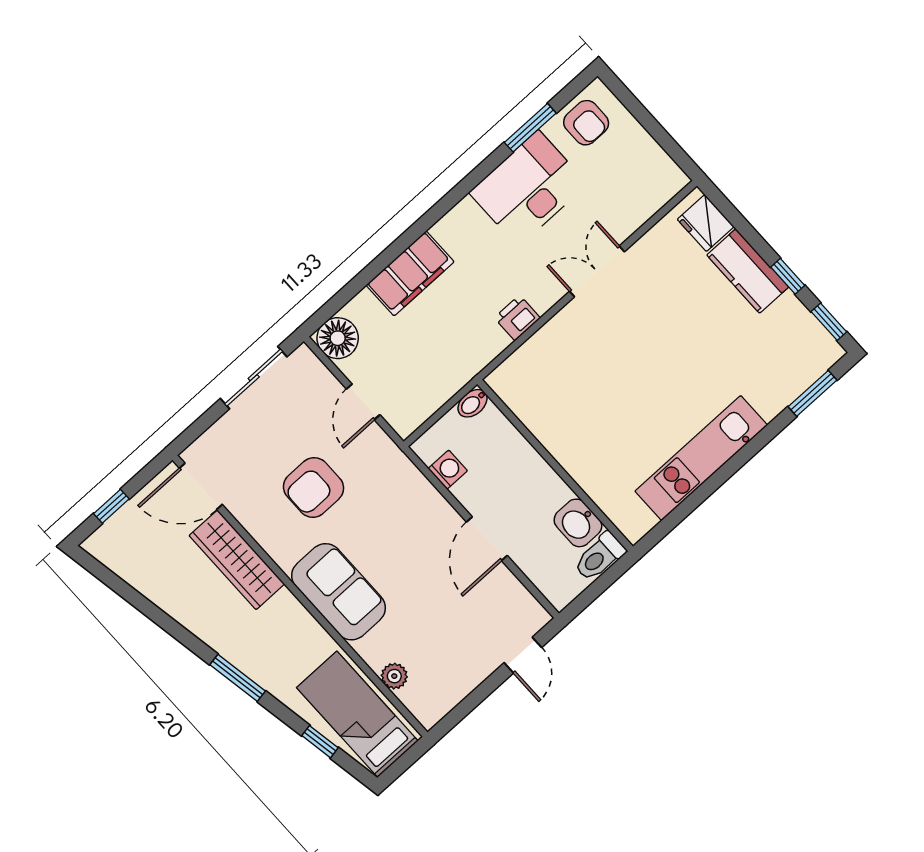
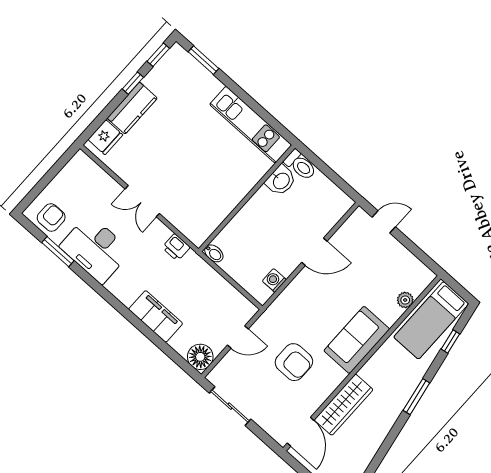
bidet: (472, 403) -> (214, 253), moved
wall: (555, 465) -> (247, 198), moved
washbasin: (578, 523) -> (281, 181), moved
toilet: (600, 557) -> (300, 165), moved

